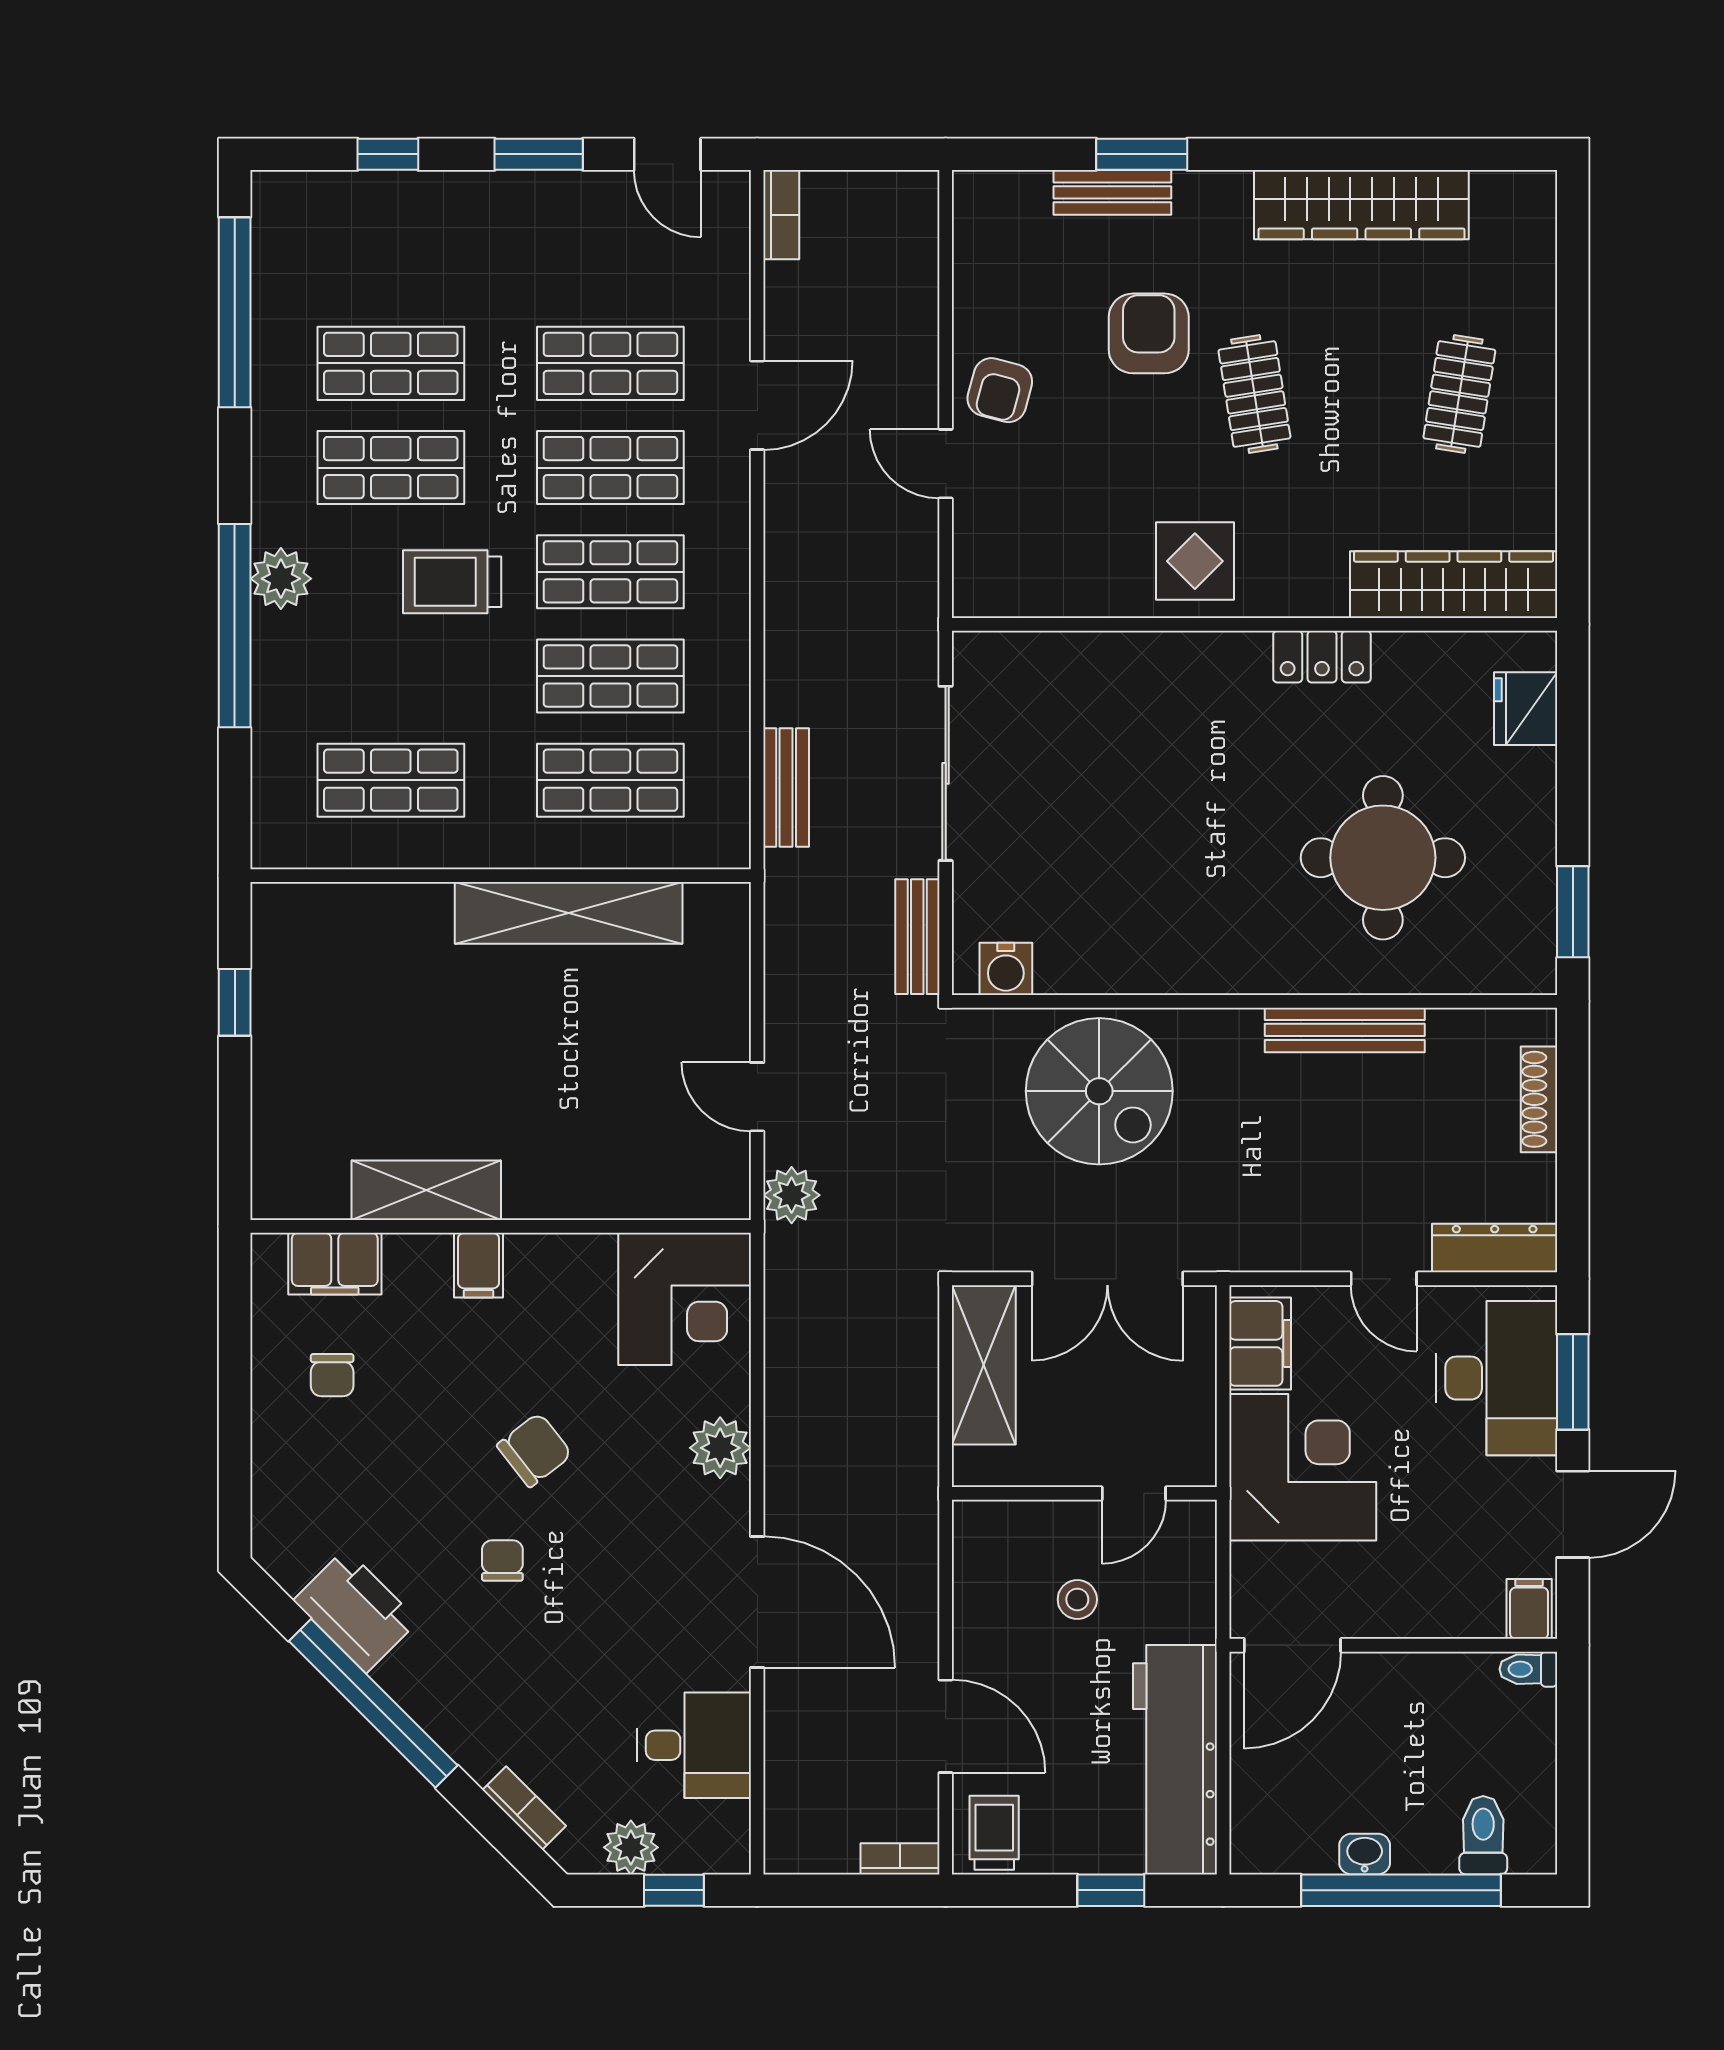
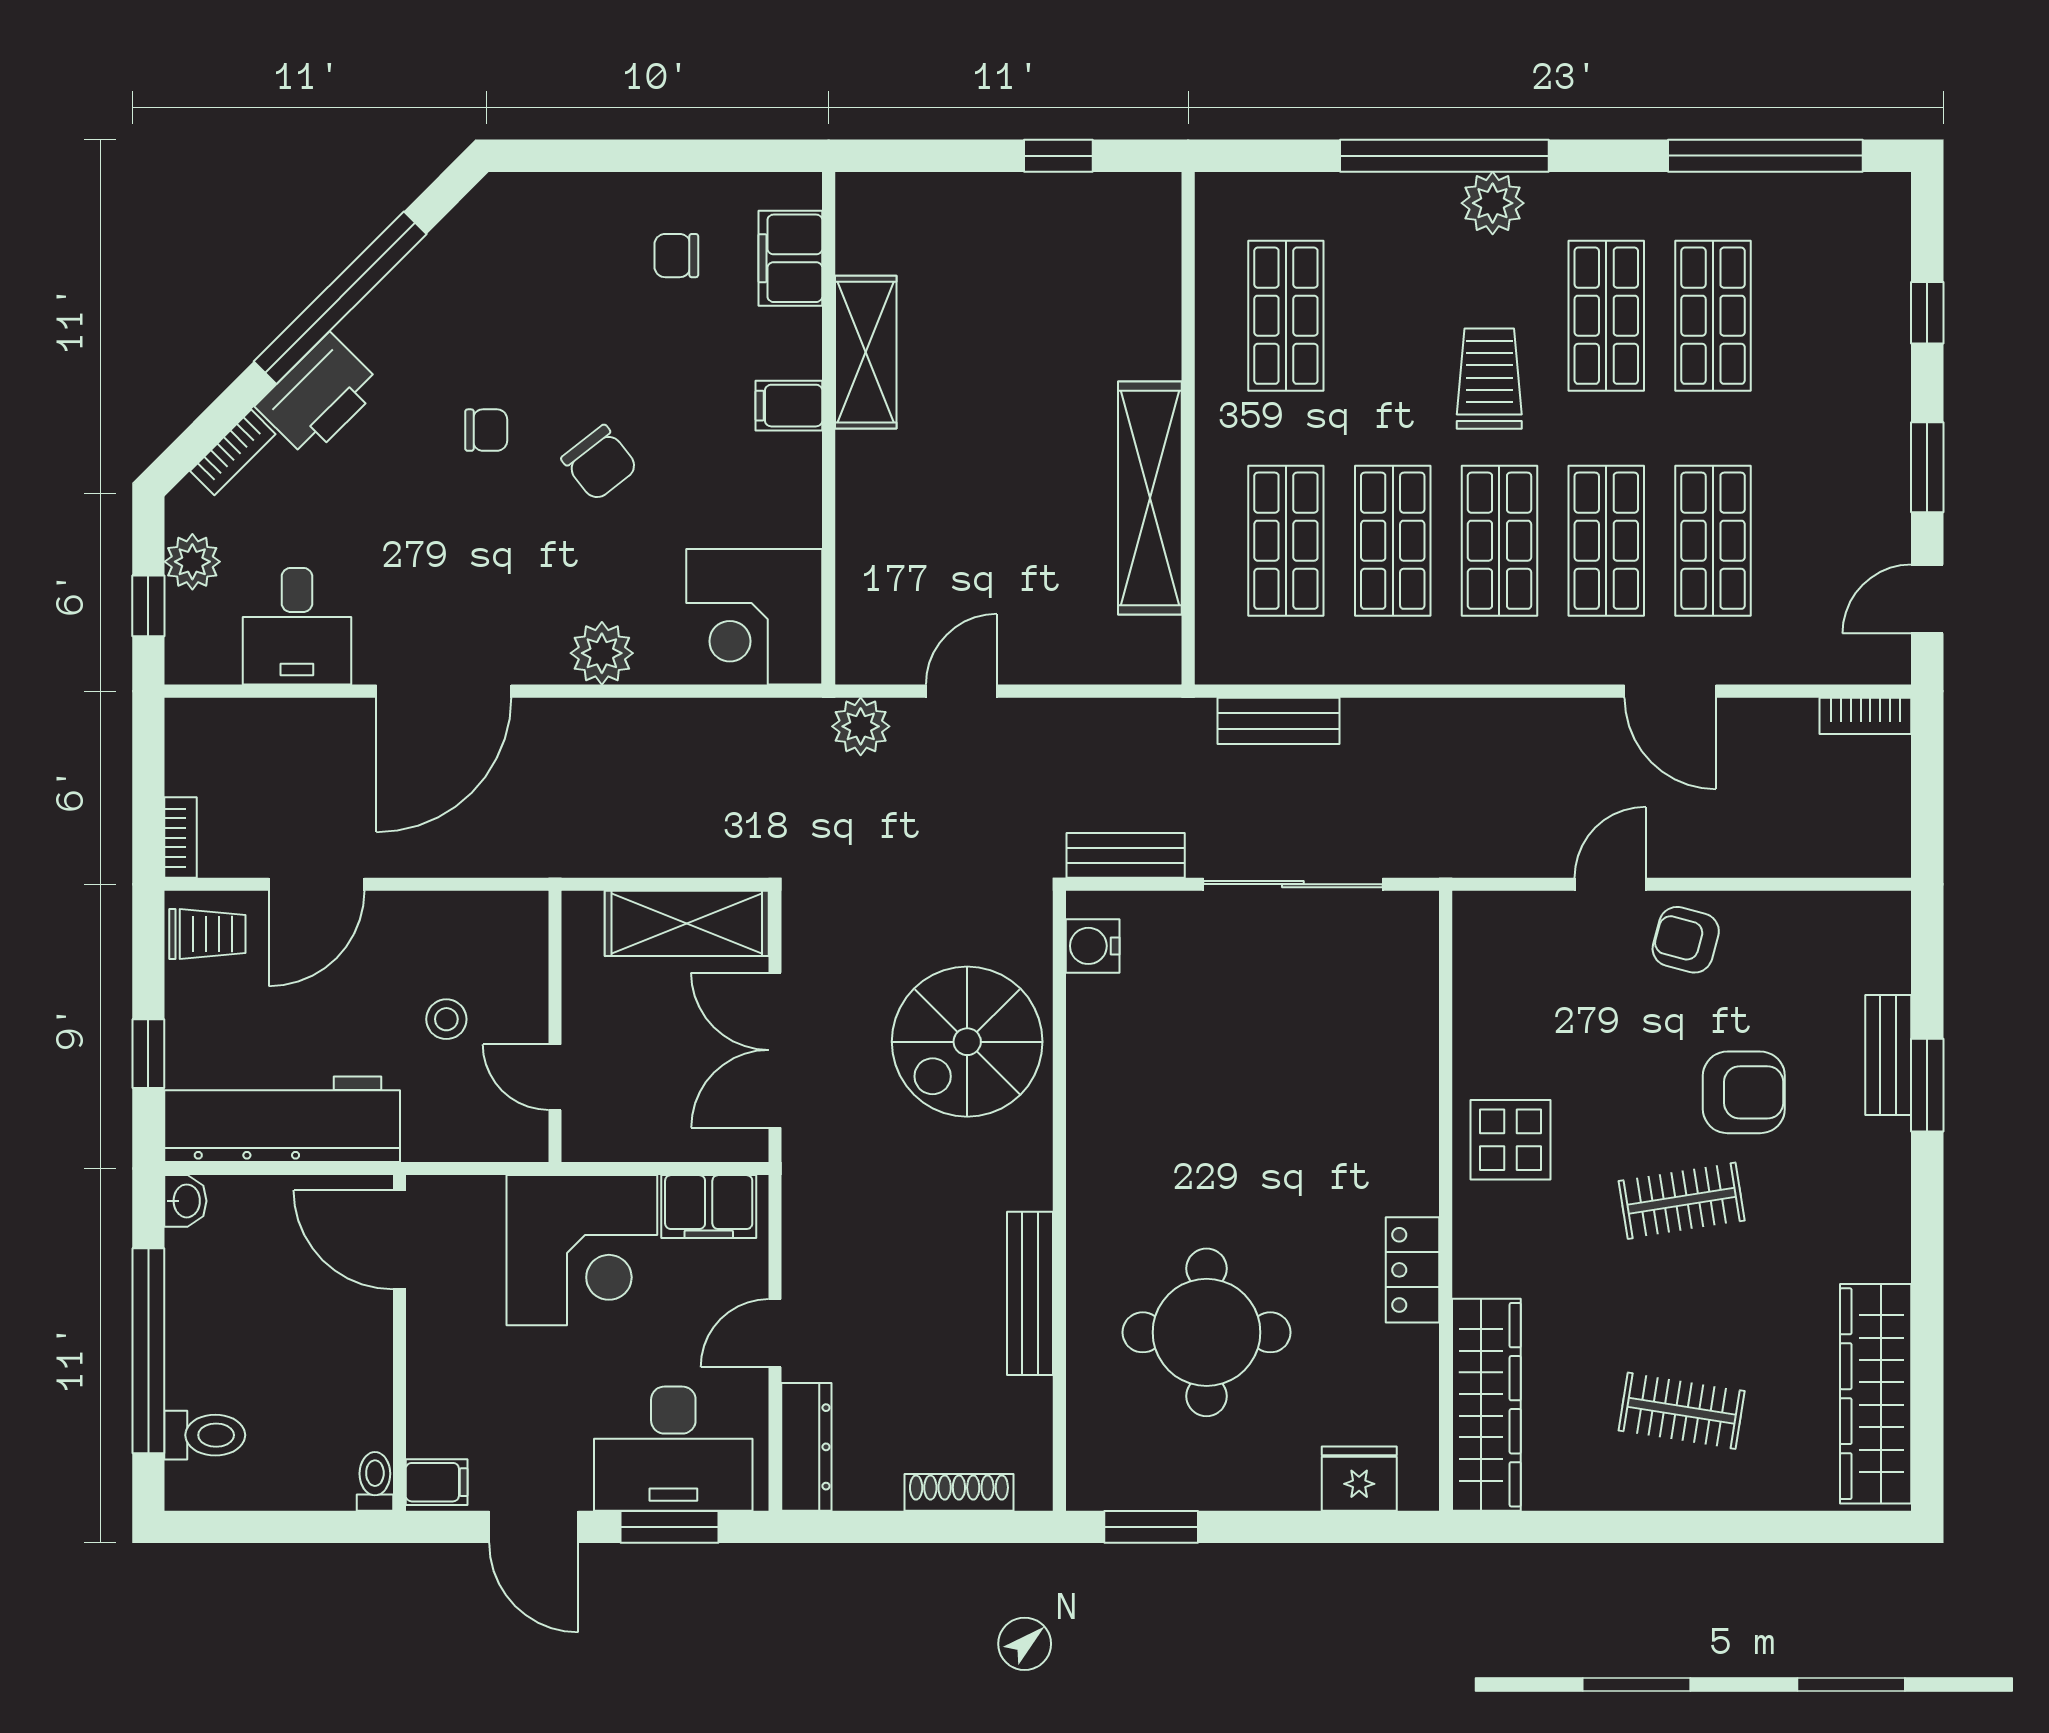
wardrobe: (1361, 205) -> (1876, 1394), moved
printer: (356, 1611) -> (319, 396), moved
washbasin: (1365, 1854) -> (185, 1201), moved

